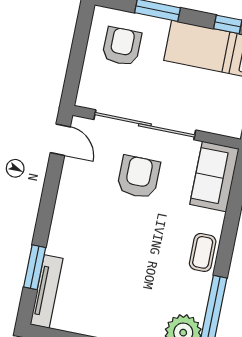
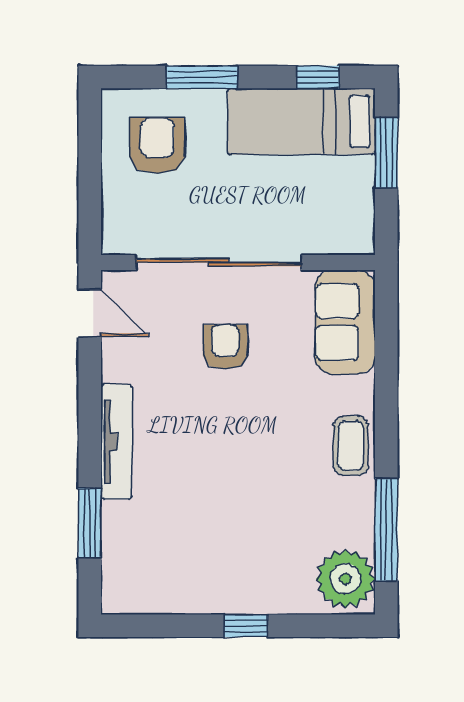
armchair: (138, 177) -> (225, 347), width x0.72, depth x0.72
tv unit: (47, 291) -> (116, 442), moved

